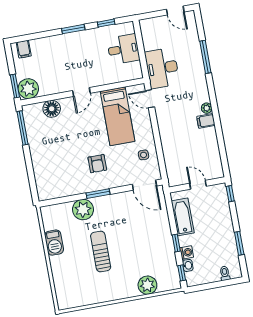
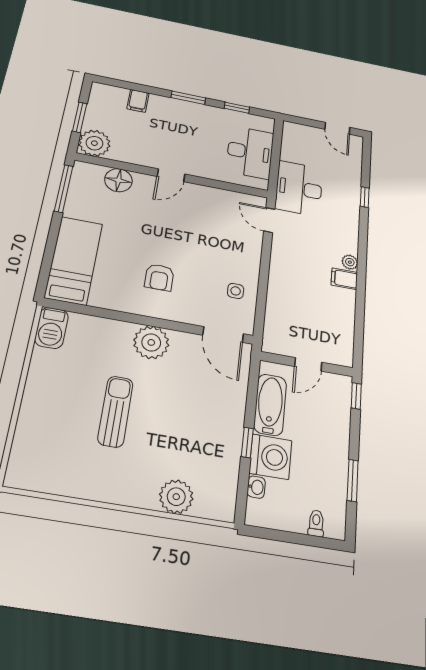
filing cabinet: (24, 49) -> (138, 101), moved
desk: (123, 49) -> (250, 152), width x1.37
window: (205, 57) -> (365, 197), width x0.46
window: (15, 86) -> (80, 117), moved
bed: (118, 116) -> (74, 260), moved, turned 180
door: (198, 185) -> (308, 364), swing flipped
window: (98, 194) -> (144, 320), removed
plant: (83, 210) -> (151, 342), moved
barbecue: (54, 243) -> (51, 328), moved
washing machine: (187, 252) -> (271, 457), width x1.89, depth x1.89
window: (182, 273) -> (242, 496), removed

